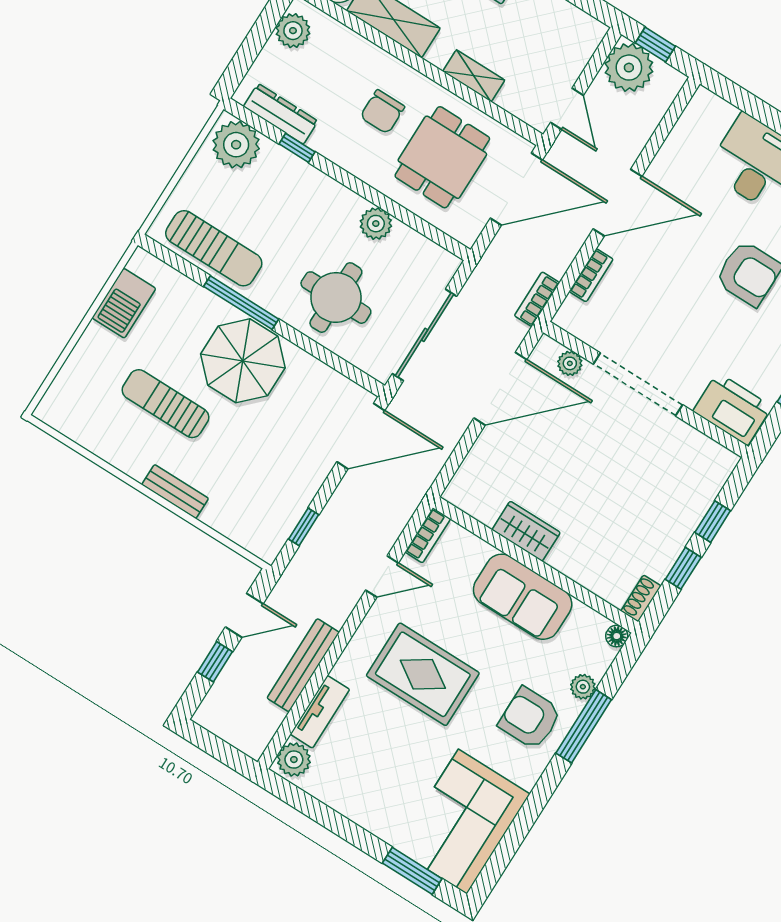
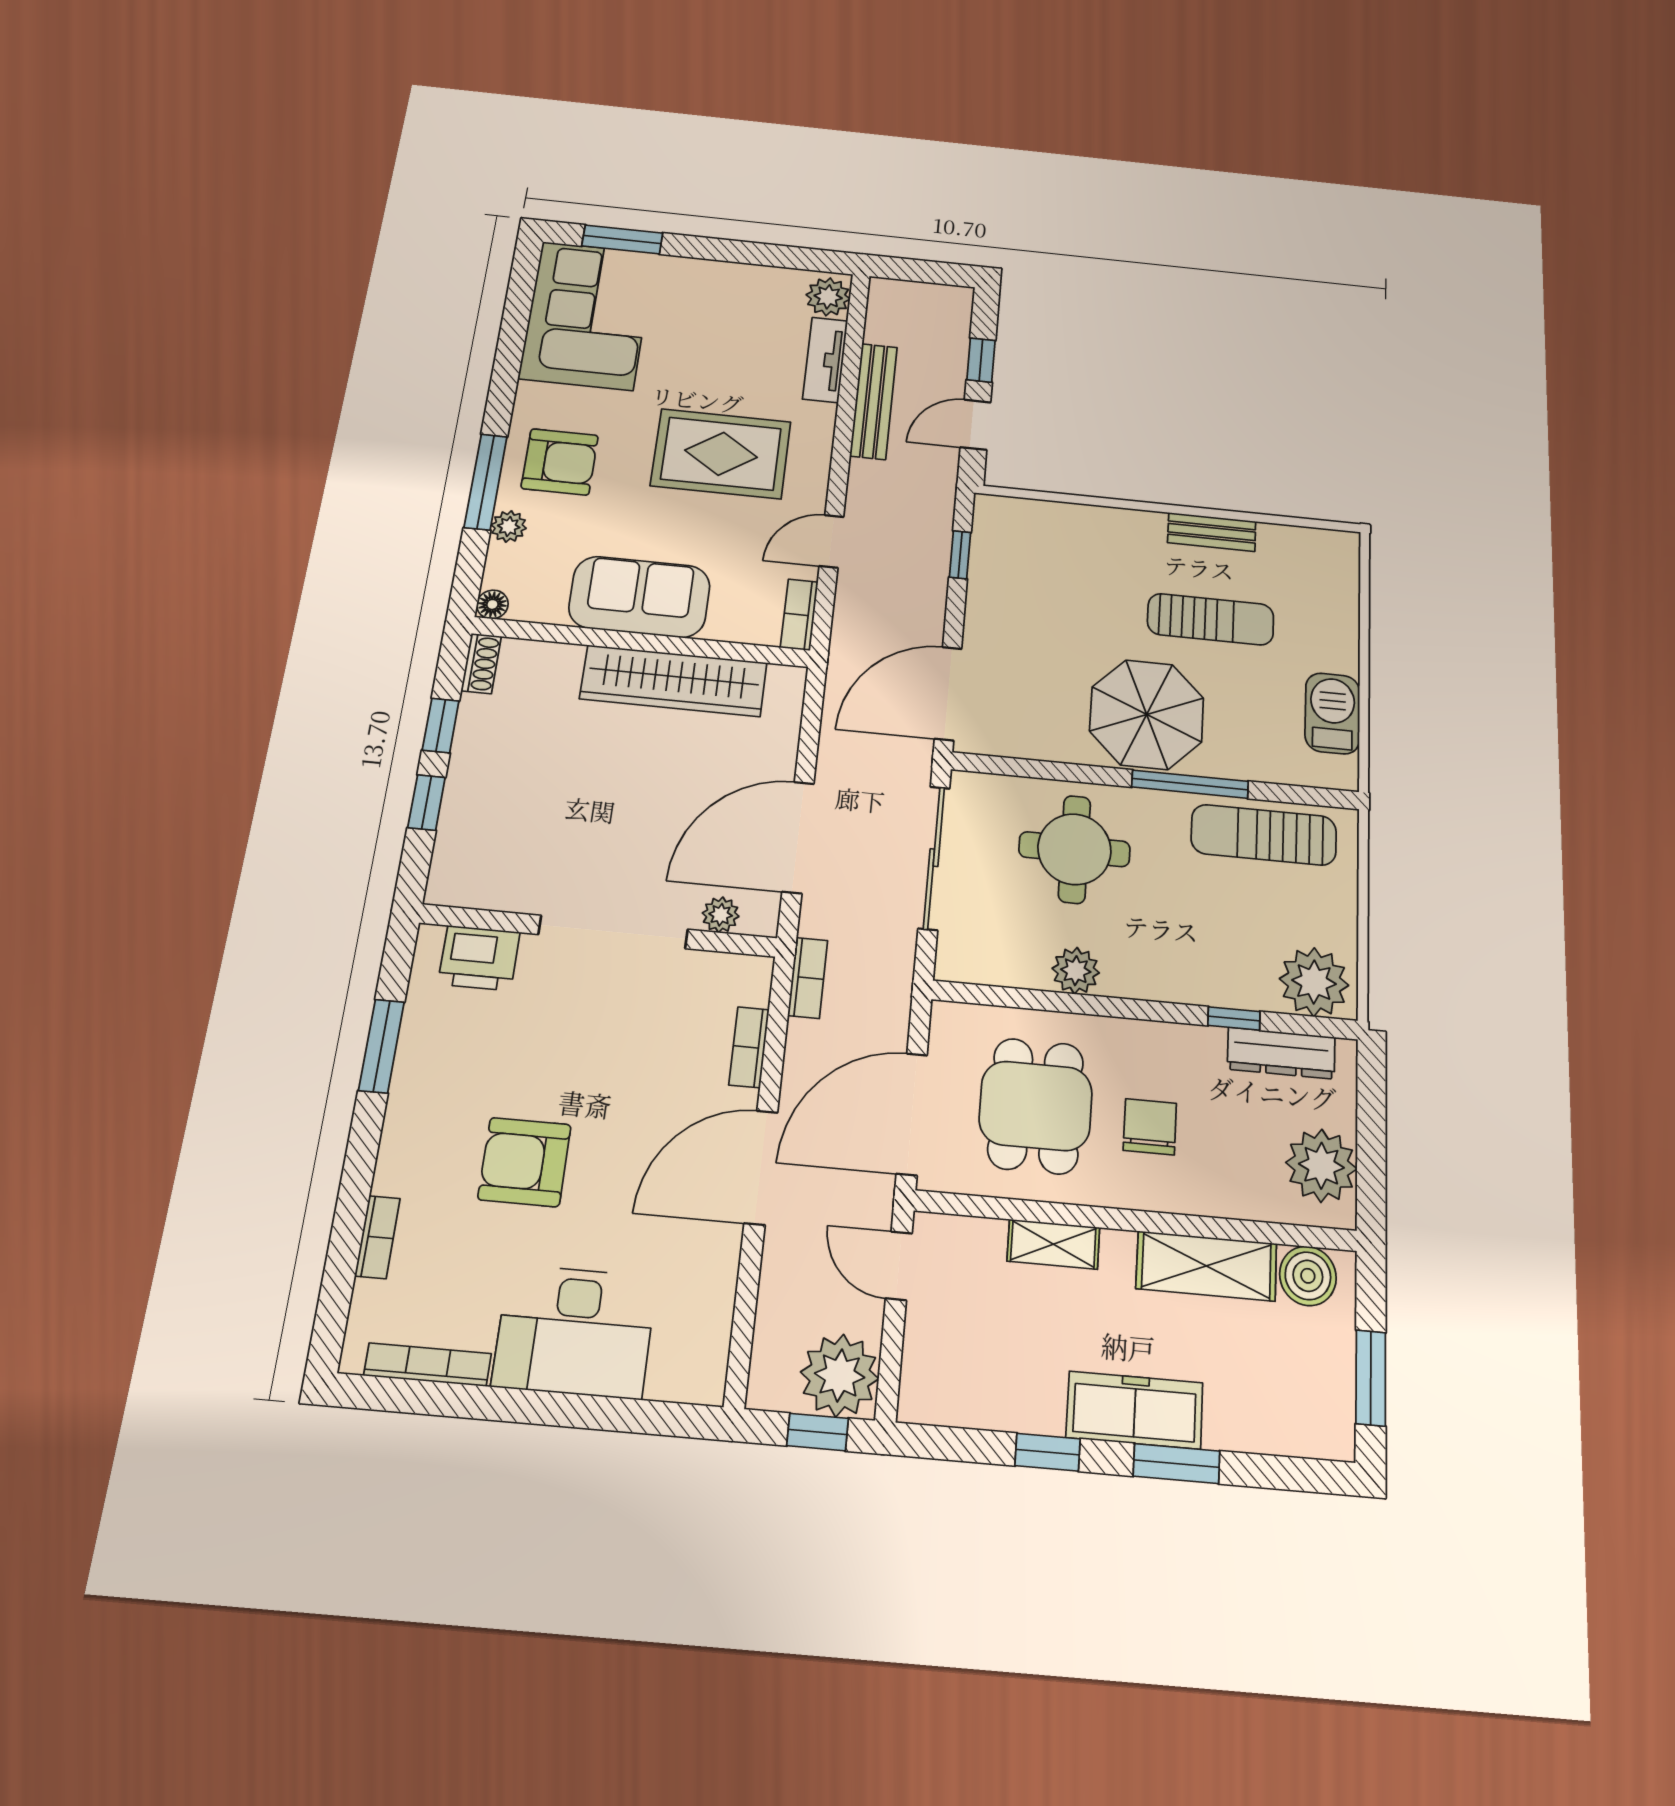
plant: (293, 31) -> (1321, 1166), width x1.36, depth x1.36
printer: (732, 409) -> (479, 958), width x0.73, depth x0.84
bench: (175, 491) -> (1212, 532), moved
wardrobe: (526, 531) -> (674, 681), width x2.10, depth x1.17

